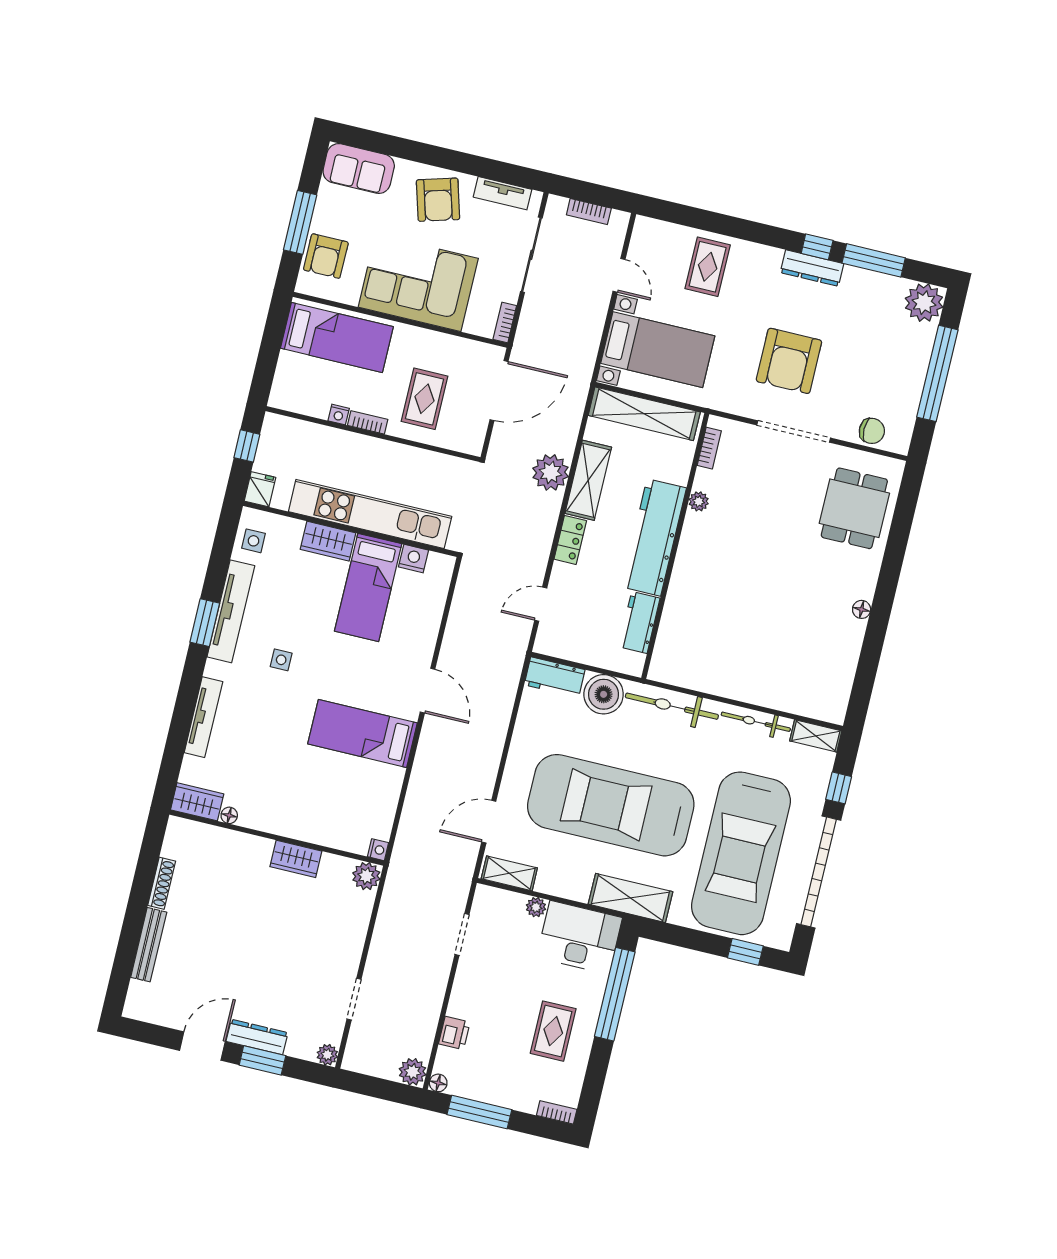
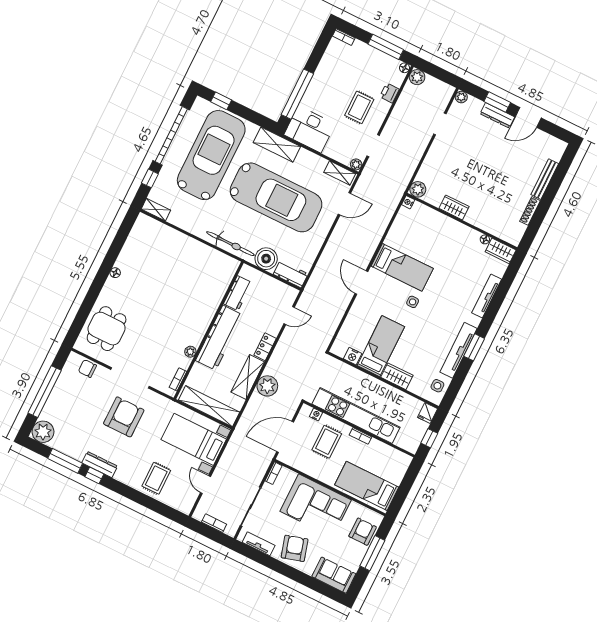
nightstand: (339, 415) -> (316, 415), moved
kitchen unit: (370, 514) -> (356, 416), moved, turned 180
side table: (281, 660) -> (413, 302), moved
bicycle: (756, 722) -> (187, 225), removed
plant: (536, 907) -> (356, 164), moved
rug: (553, 1031) -> (359, 107), moved

